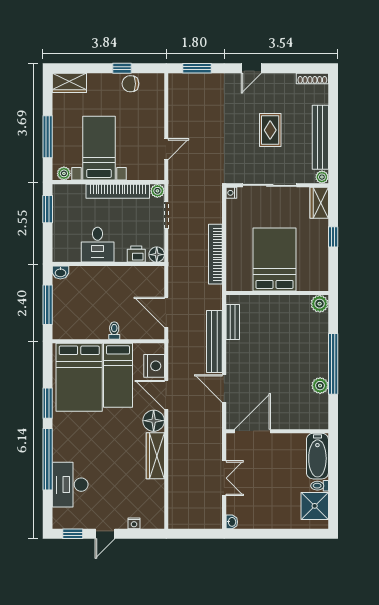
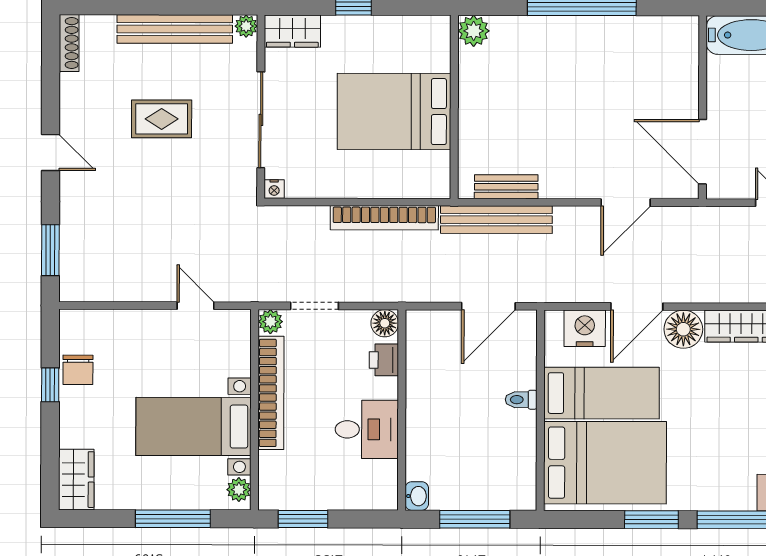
bench: (214, 342) -> (496, 220), moved
plant: (320, 386) -> (621, 30), removed

